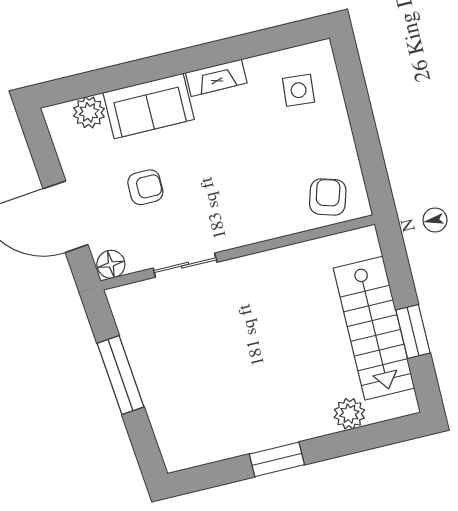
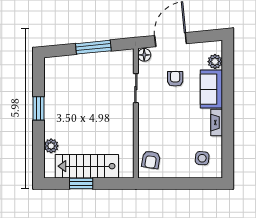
armchair: (145, 187) -> (175, 79), turned 180
armchair: (328, 197) -> (151, 160), turned 82

